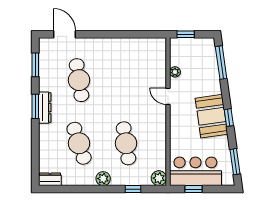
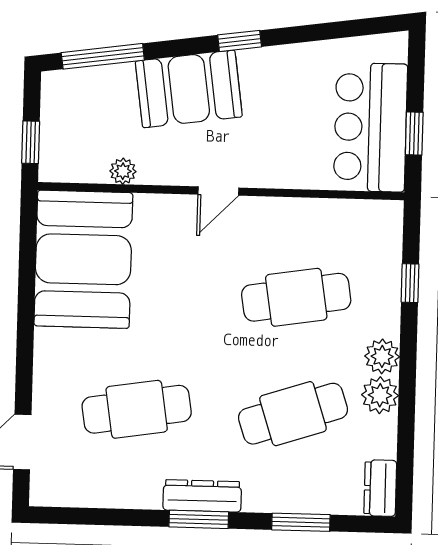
booth: (139, 57) -> (83, 259), added
window: (35, 65) -> (301, 522), moved
door: (168, 96) -> (218, 191), moved
booth: (211, 116) -> (189, 89), moved
window: (235, 162) -> (349, 29), removed
plant: (159, 178) -> (380, 395), moved

